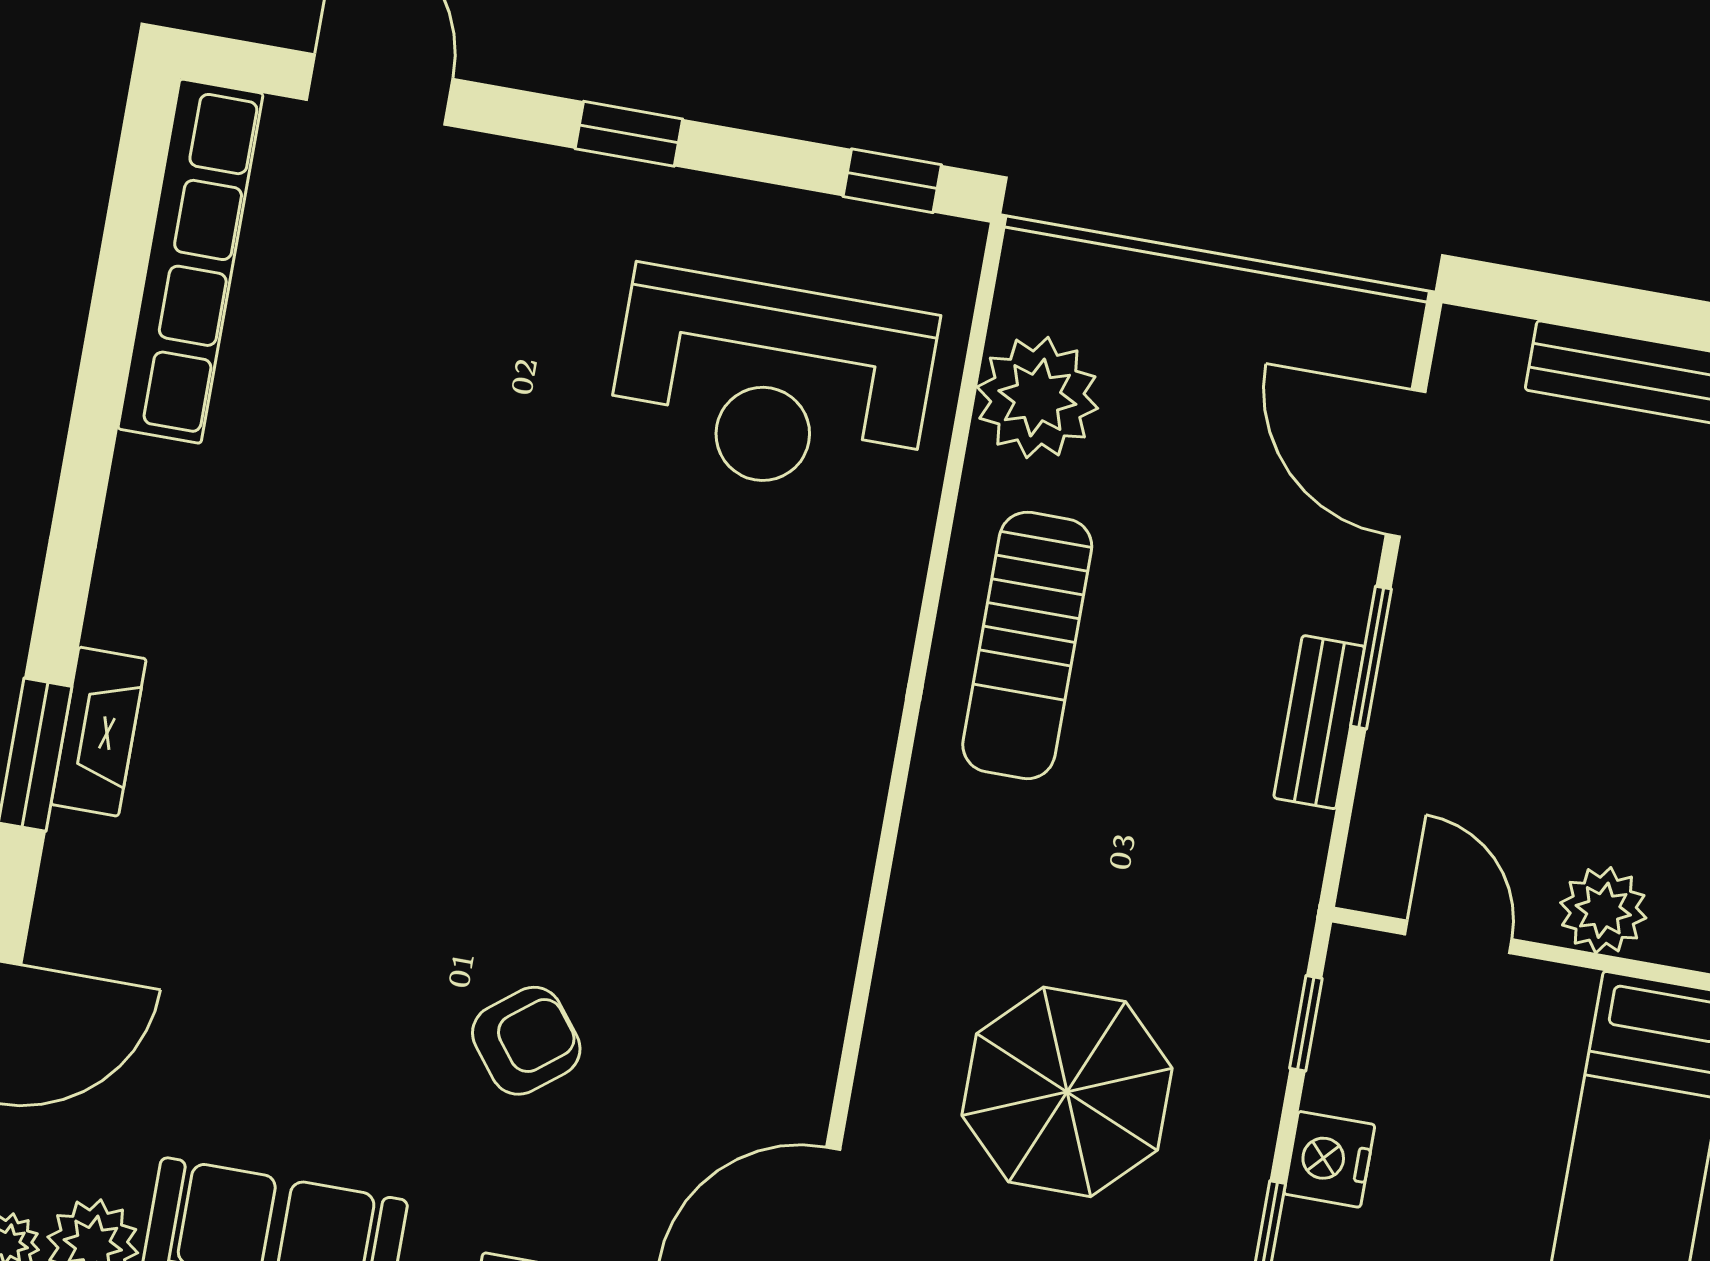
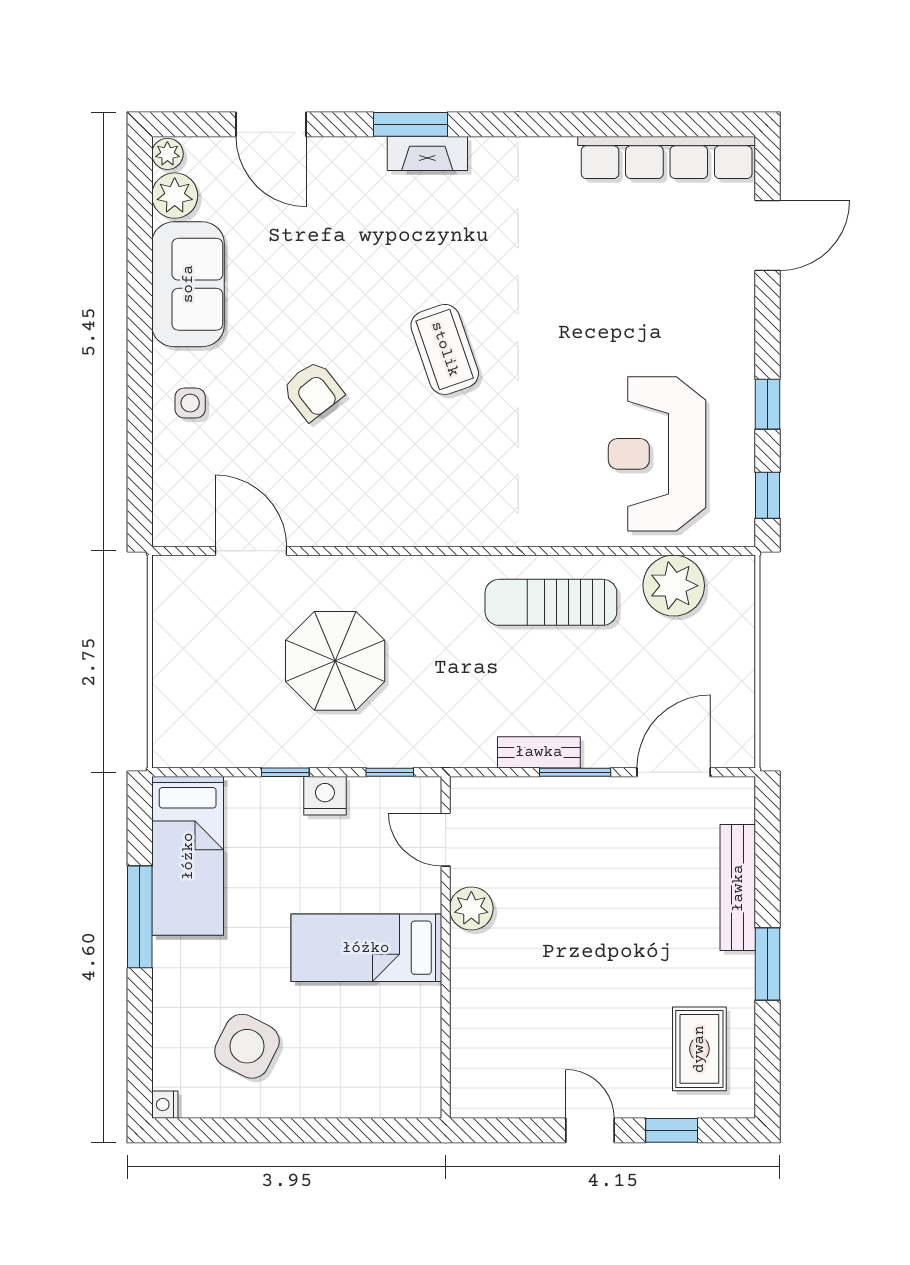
window: (629, 134) -> (767, 404), moved
coffee table: (491, 766) -> (445, 349), added
door: (1458, 937) -> (446, 840), swing flipped

